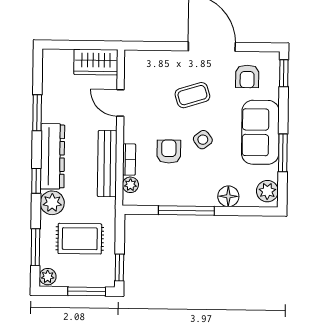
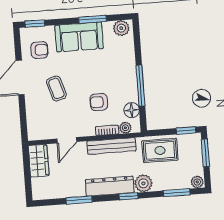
side table: (203, 140) -> (88, 78), removed
floor lamp: (228, 196) -> (132, 110), moved
rug: (80, 239) -> (160, 150), moved, turned 90

